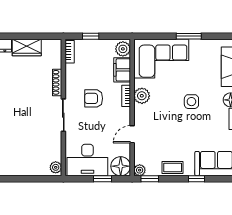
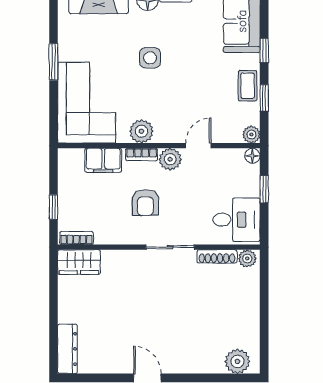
wardrobe: (27, 47) -> (79, 262), moved, turned 90
plant: (123, 49) -> (170, 159), moved
shoe rack: (57, 82) -> (217, 256), moved
door: (132, 134) -> (198, 146), swing flipped
desk: (87, 160) -> (236, 220), width x0.73
floor lamp: (121, 166) -> (252, 156), width x0.53, depth x0.53
window: (150, 179) -> (264, 98), moved

